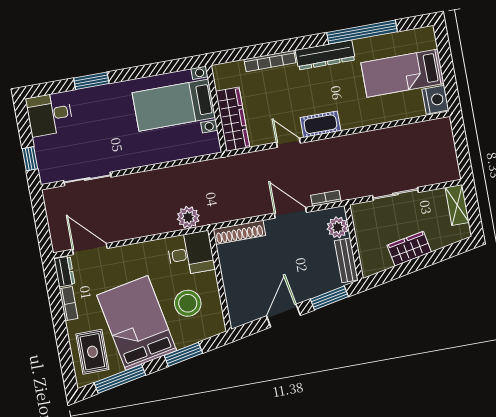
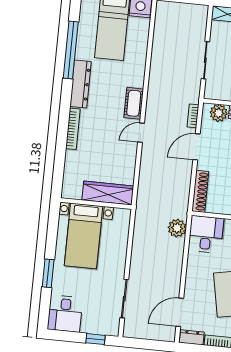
bed with nightstands: (174, 105) -> (84, 236), moved
wall: (216, 109) -> (96, 204), moved
wardrobe: (233, 119) -> (108, 193), moved

